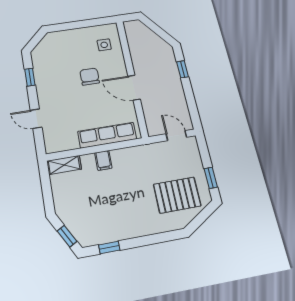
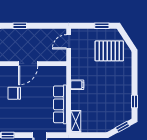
row of seats: (107, 135) -> (60, 104), moved
filing cabinet: (103, 160) -> (77, 85), moved
pallet: (177, 195) -> (109, 51), turned 90

